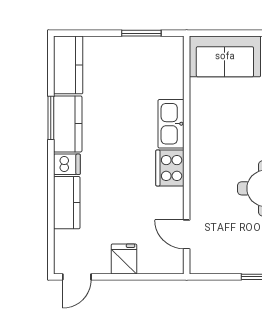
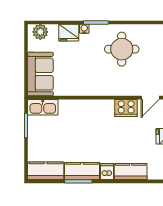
kitchen sink: (171, 124) -> (43, 107), moved
cooker: (170, 168) -> (126, 108), moved

